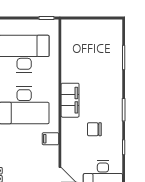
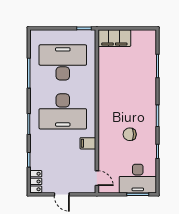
filing cabinet: (70, 100) -> (114, 38), moved, turned 90

